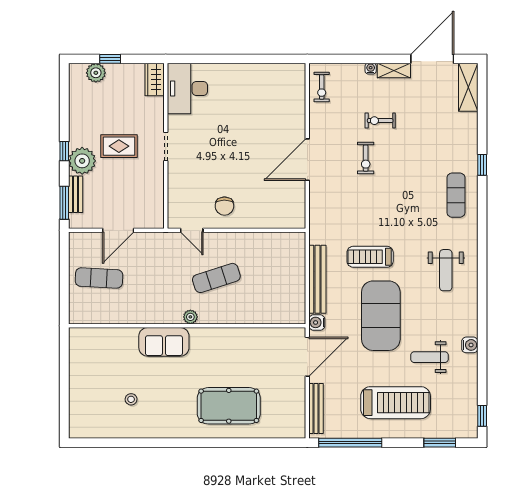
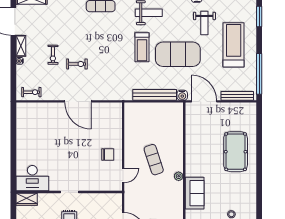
treadmill: (370, 257) -> (142, 47), moved

